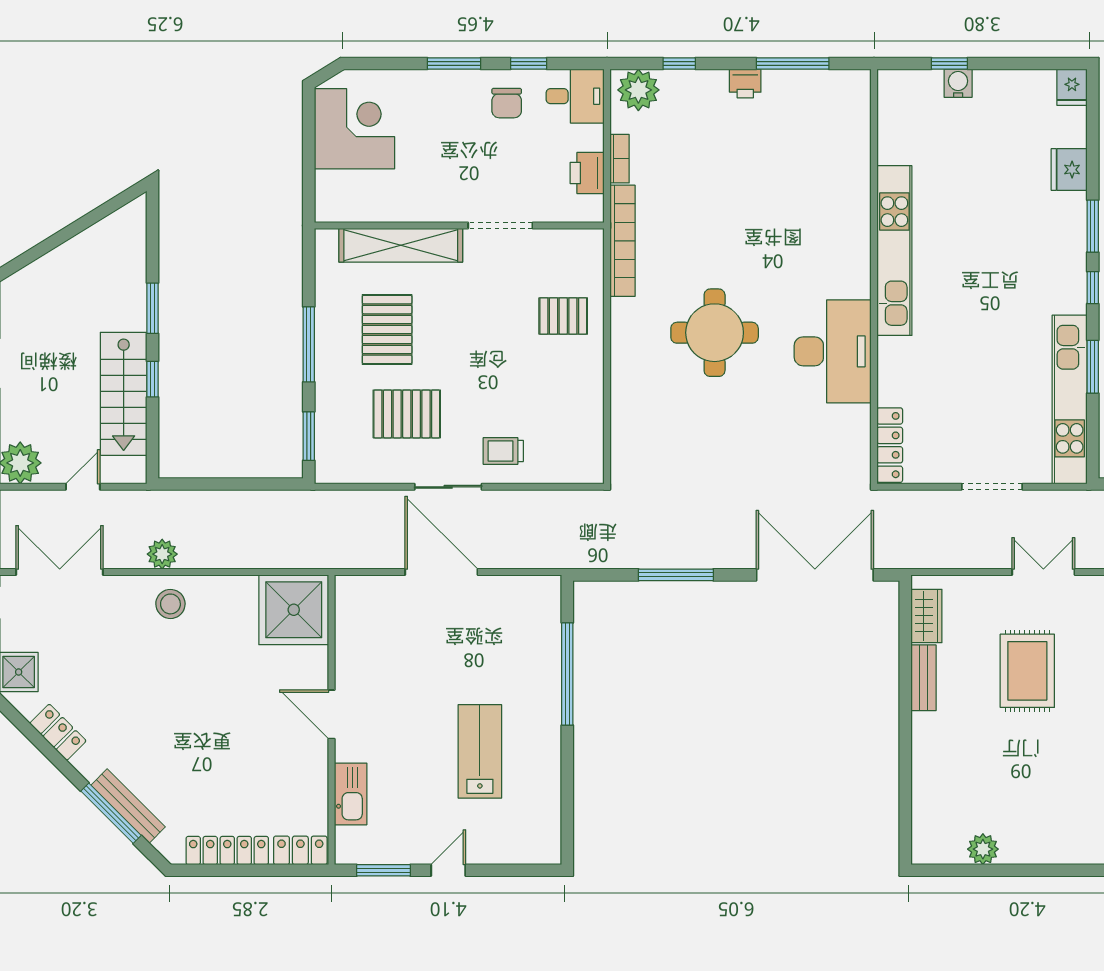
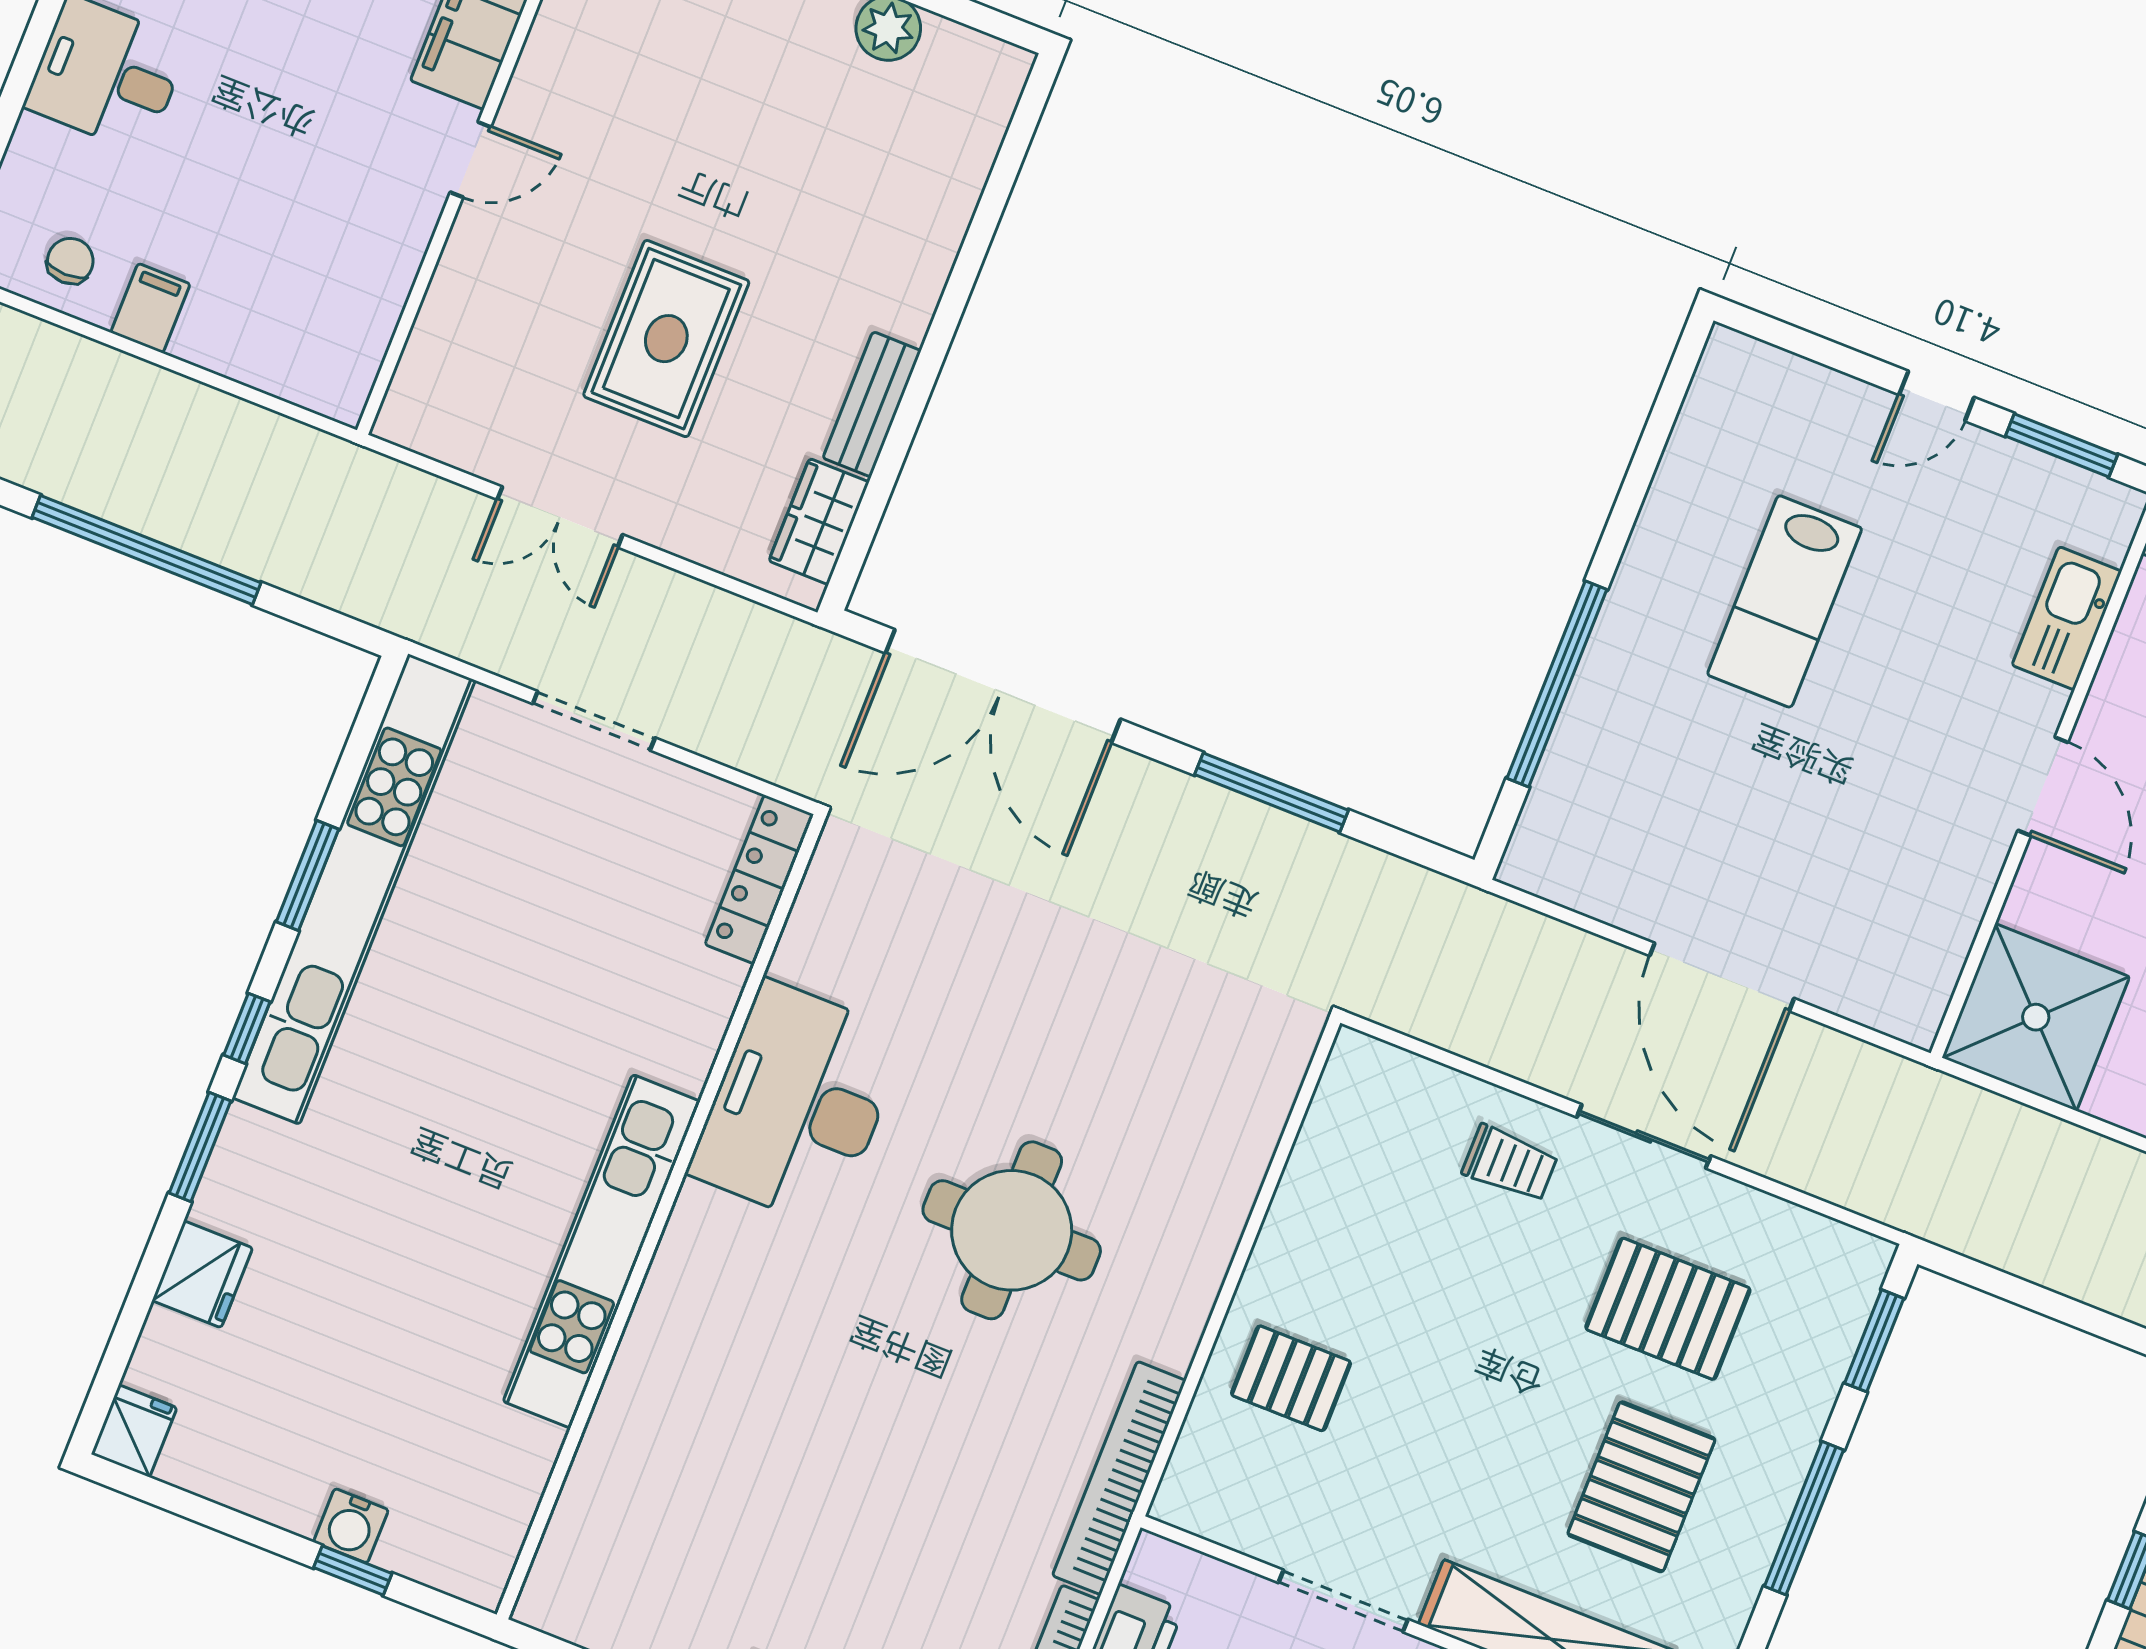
kitchen unit: (1070, 400) -> (354, 889), width x1.36

